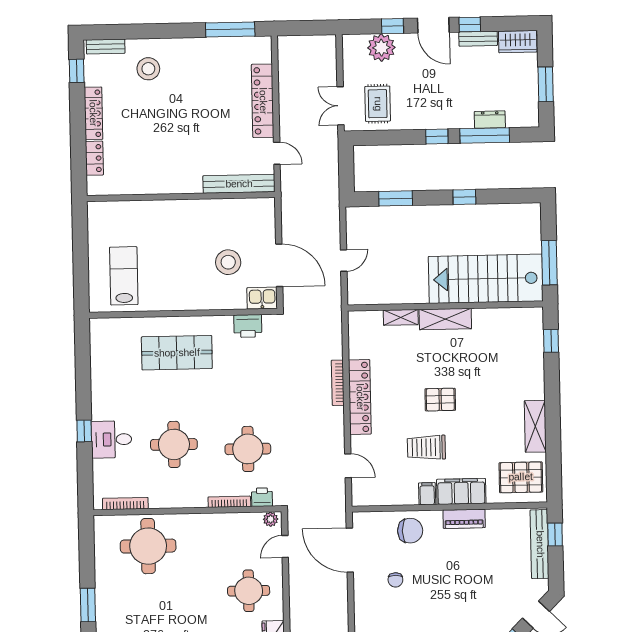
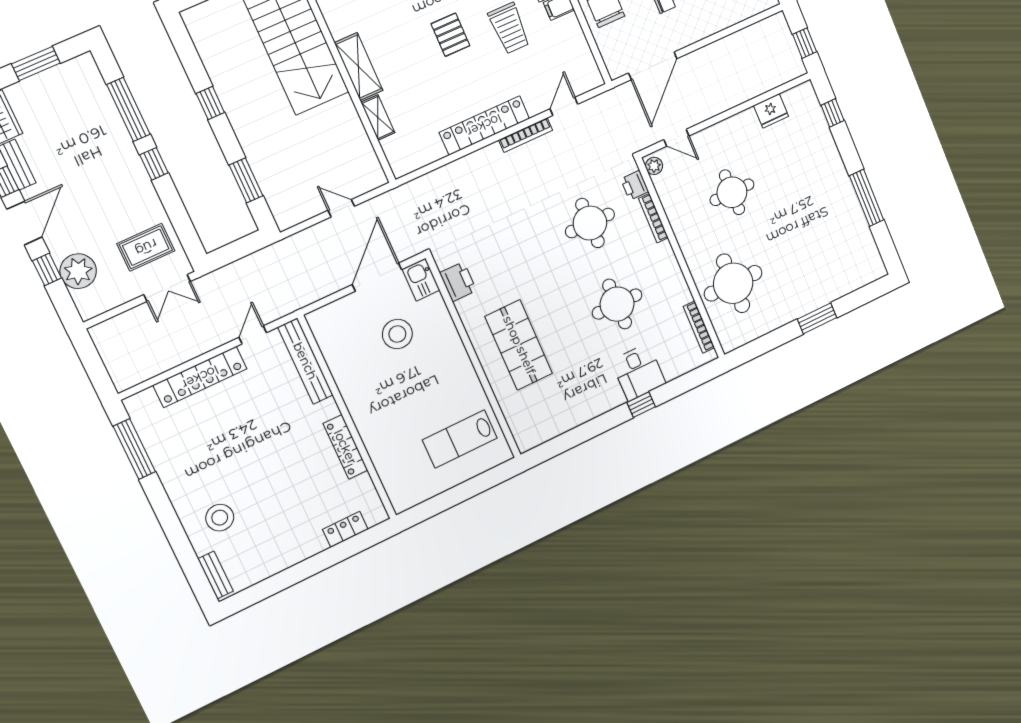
window: (77, 71) -> (257, 593), removed
locker: (93, 113) -> (345, 447), moved, turned -90
dresser: (490, 120) -> (107, 111), removed
bookcase: (338, 383) -> (526, 135), moved
round table: (249, 591) -> (732, 192), moved

